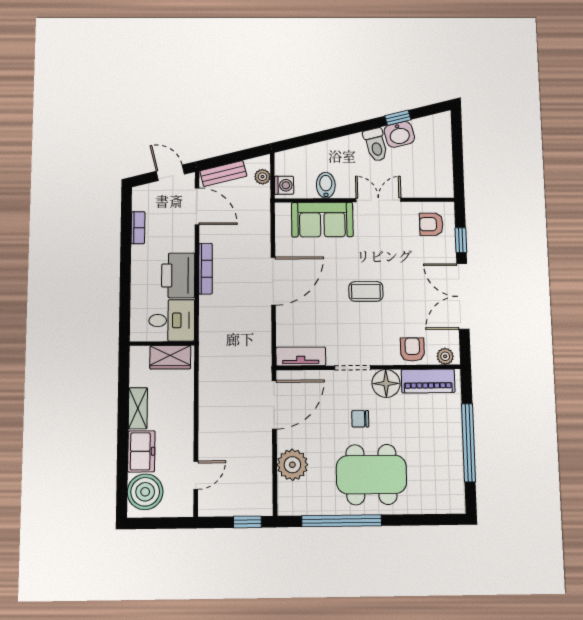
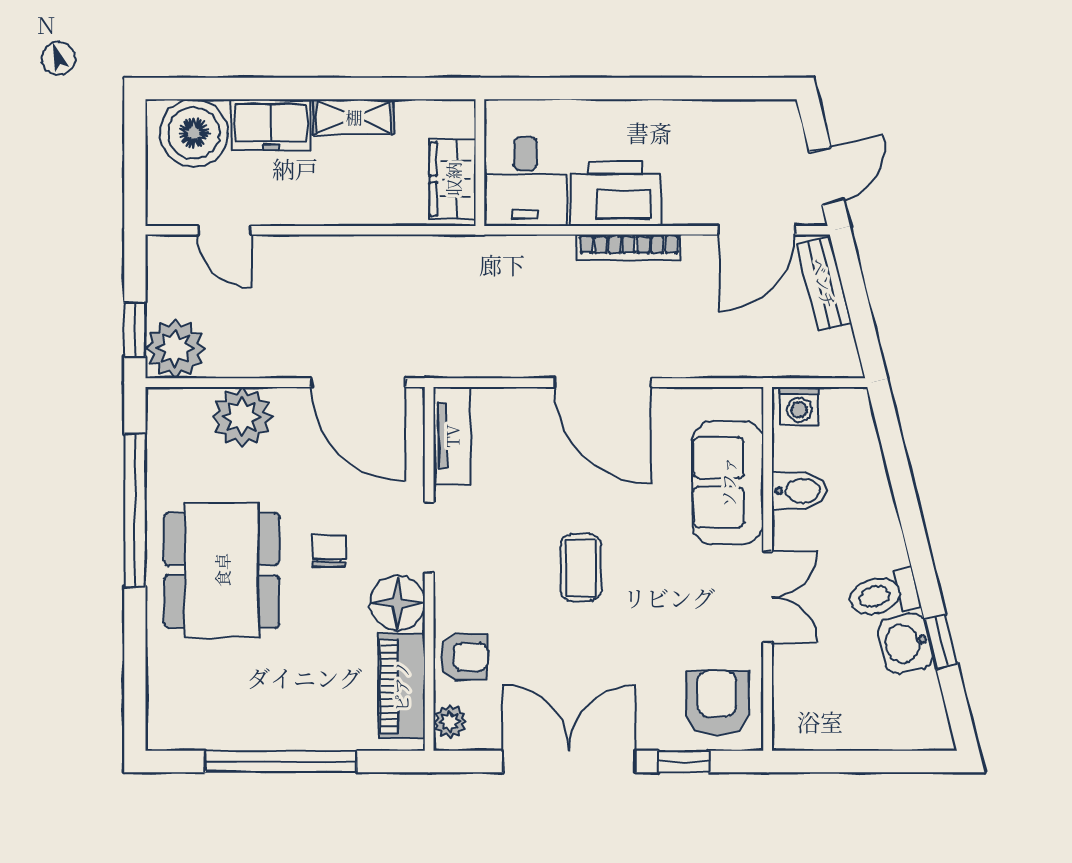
plant: (262, 177) -> (175, 349), moved, width x1.87, depth x1.87
armchair: (431, 224) -> (717, 703), width x1.38, depth x1.38
bookcase: (138, 228) -> (713, 112), removed

